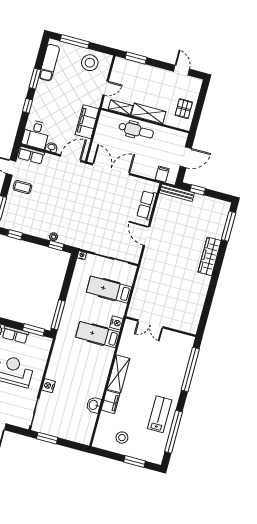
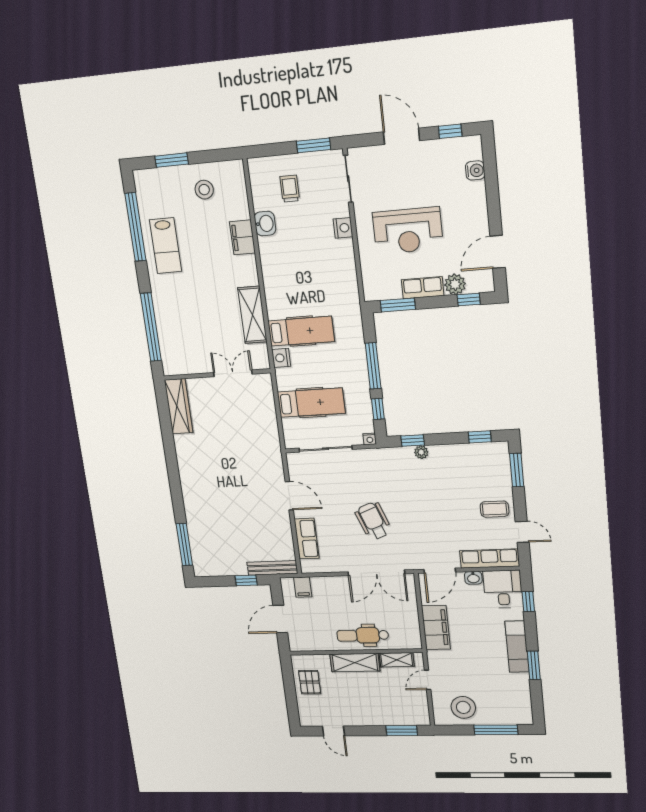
exam couch: (49, 63) -> (517, 647), moved
window: (28, 106) -> (528, 602), moved
row of seats: (31, 155) -> (490, 558), width x1.48
wheelchair: (100, 203) -> (373, 521), added
wardrobe: (210, 256) -> (179, 406), moved
window: (70, 272) -> (378, 409), added
window: (58, 315) -> (373, 366), moved
shelving: (118, 374) -> (252, 315), moved
trolley: (71, 419) -> (290, 189), added

